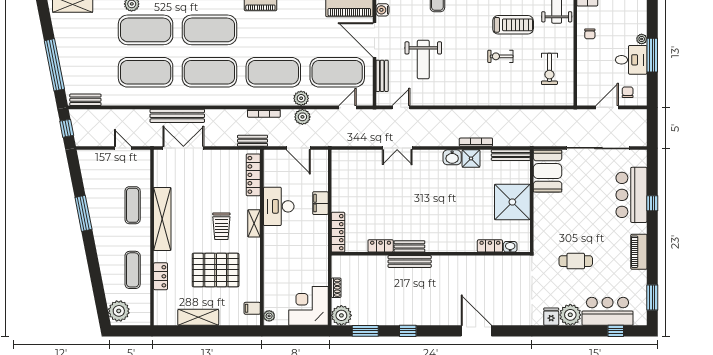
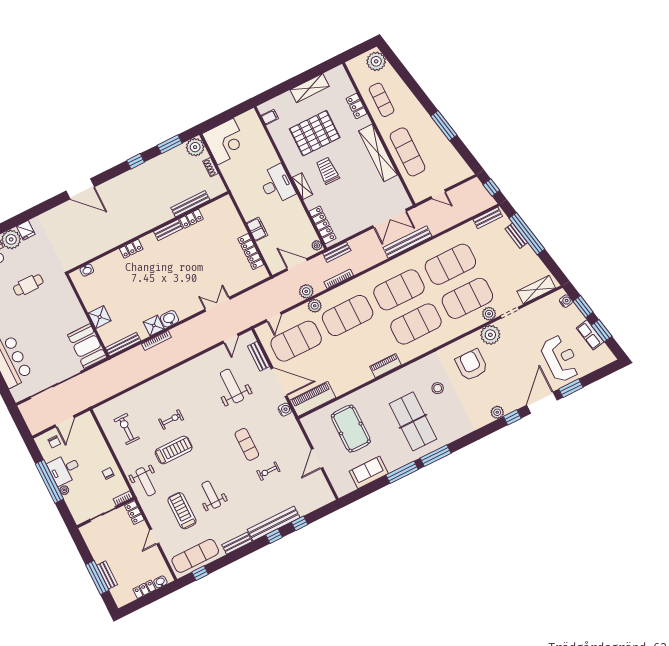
treadmill: (513, 25) -> (174, 450), turned 180
window: (652, 55) -> (49, 481), width x1.46
bench: (66, 68) -> (516, 236), added
shower: (512, 202) -> (100, 317), width x0.54, depth x0.54
exercise mat: (133, 205) -> (408, 152), width x1.36, depth x1.45
desk: (279, 206) -> (277, 184), moved
locker: (338, 232) -> (251, 252), moved
locker: (490, 246) -> (131, 249), moved
bench: (410, 262) -> (190, 204), moved
plant: (269, 316) -> (317, 245), moved

